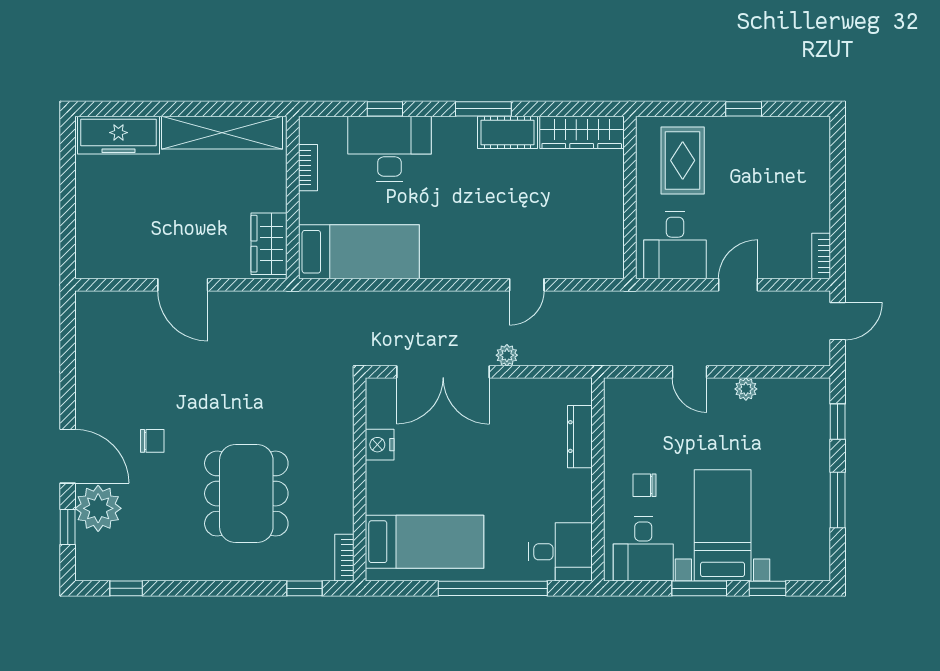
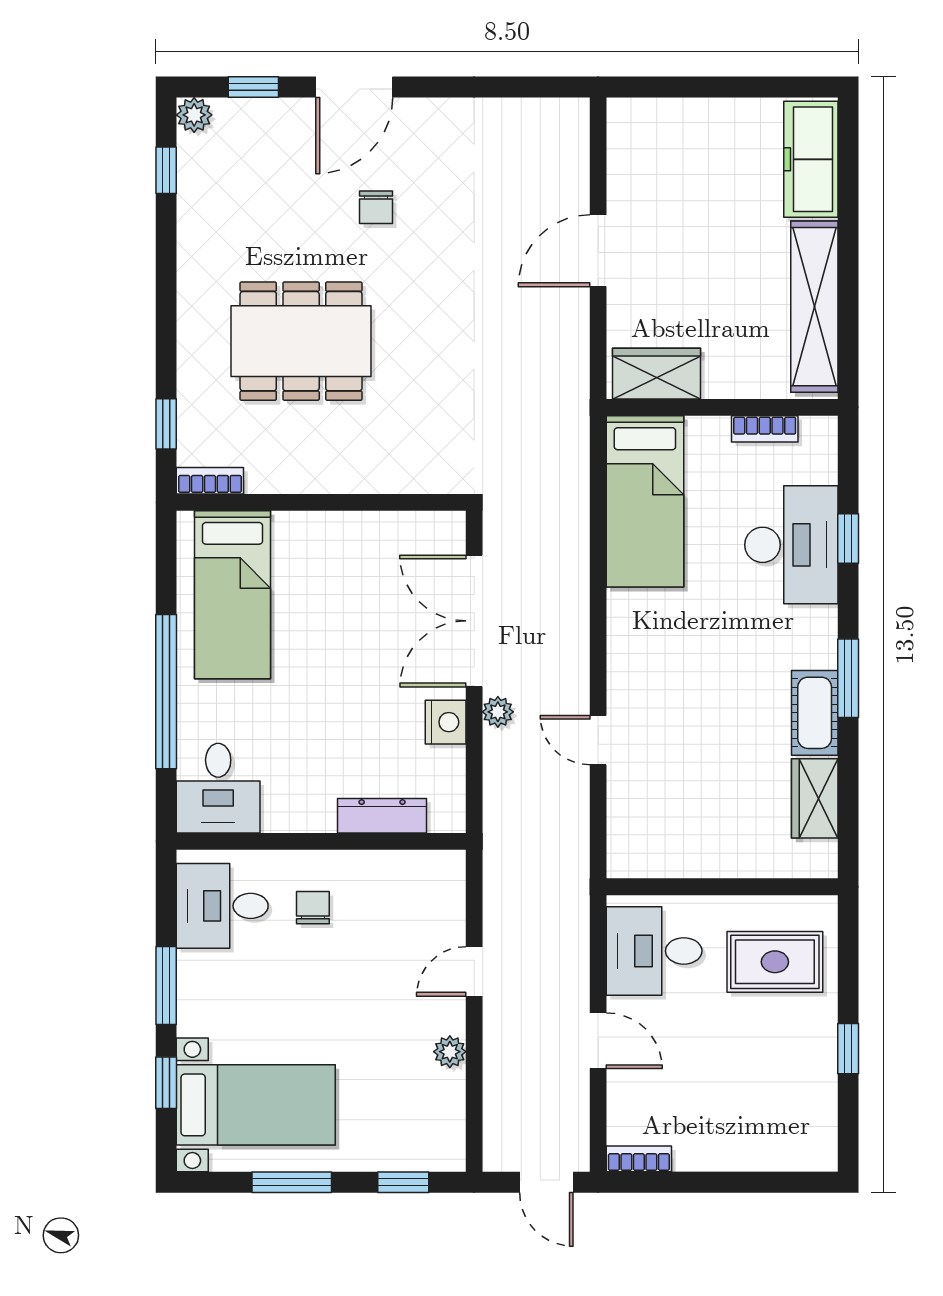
wardrobe: (582, 132) -> (815, 798), width x0.67
nightstand: (380, 445) -> (446, 722), moved, turned 90
plant: (98, 508) -> (194, 115), moved, width x0.53, depth x0.53
bed with nightstands: (723, 525) -> (256, 1105), moved

